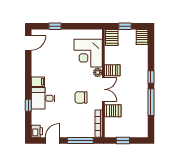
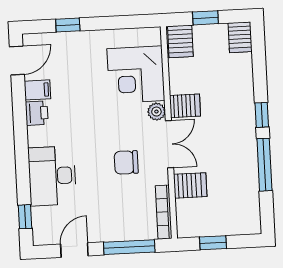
filing cabinet: (38, 82) -> (37, 90), moved
desk: (43, 98) -> (52, 176), width x1.37
window: (28, 105) -> (25, 217), moved
printer: (37, 131) -> (37, 113), moved

